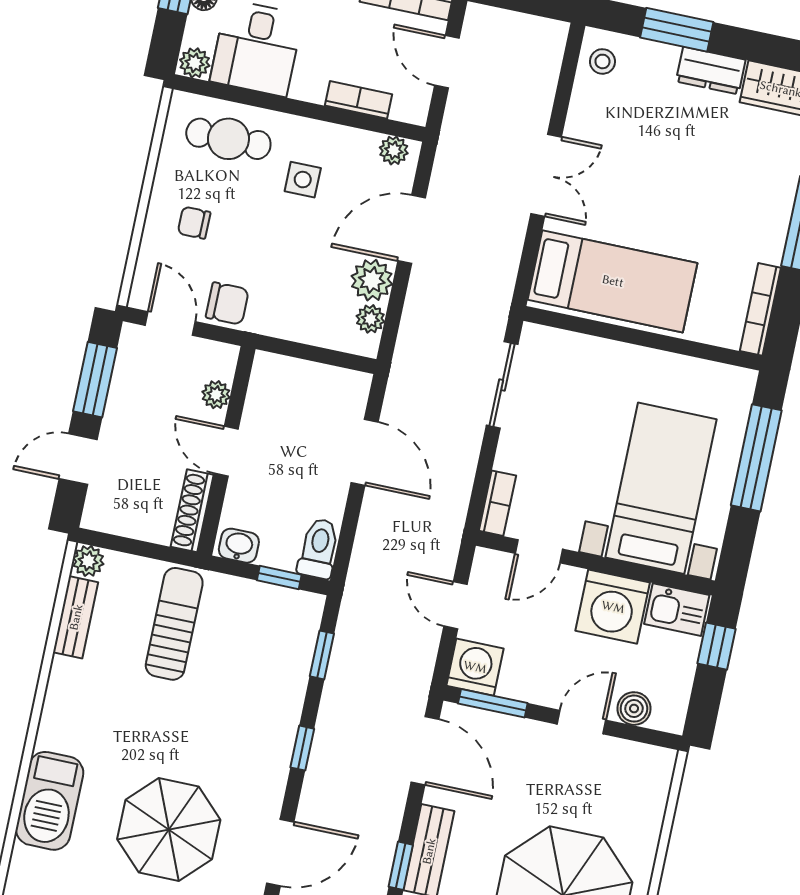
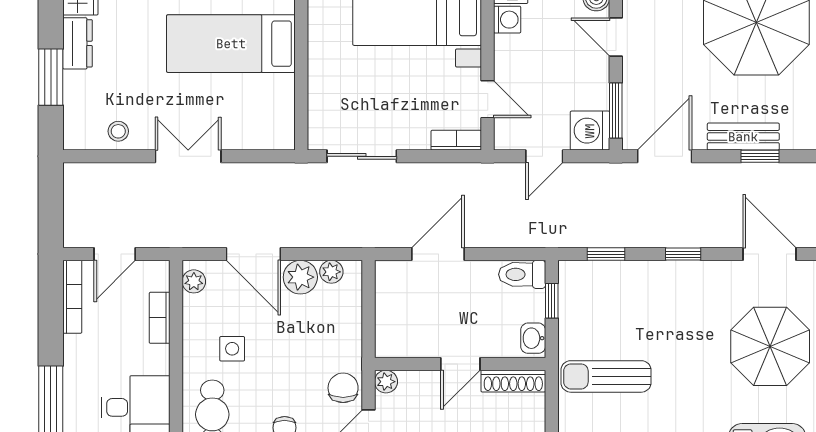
stool: (602, 61) -> (118, 131), moved
bed: (613, 281) -> (231, 44), moved, turned -90
plant: (216, 395) -> (386, 382), moved
washing machine: (613, 607) -> (507, 20), width x0.53, depth x0.53

